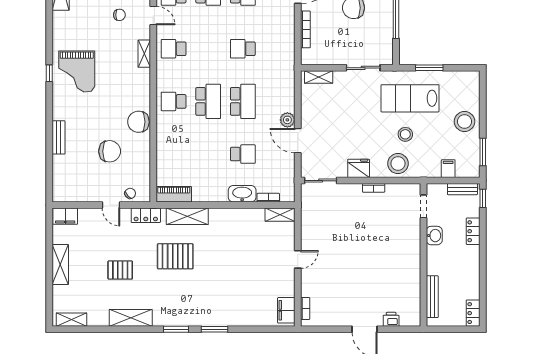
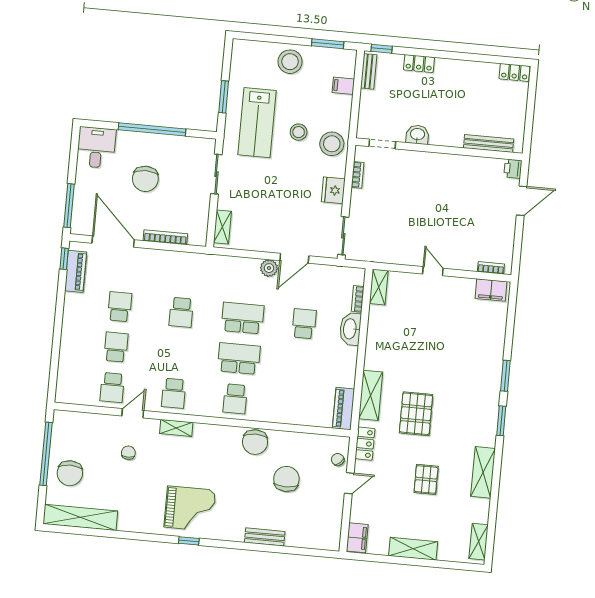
doorway: (423, 206) -> (382, 144), moved
washbasin: (434, 236) -> (417, 135), moved
wall: (423, 255) -> (439, 149), moved
bench: (432, 297) -> (489, 144), moved

